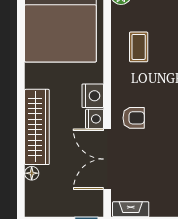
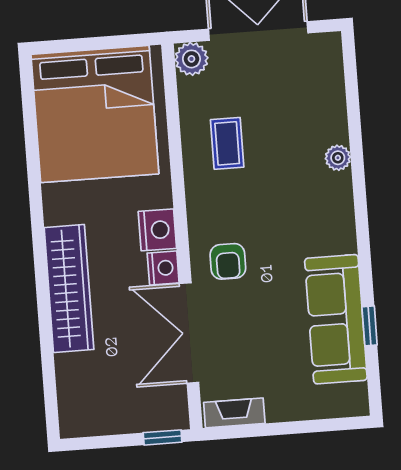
armchair: (134, 118) -> (228, 261), turned 90
floor lamp: (32, 173) -> (66, 366), removed

